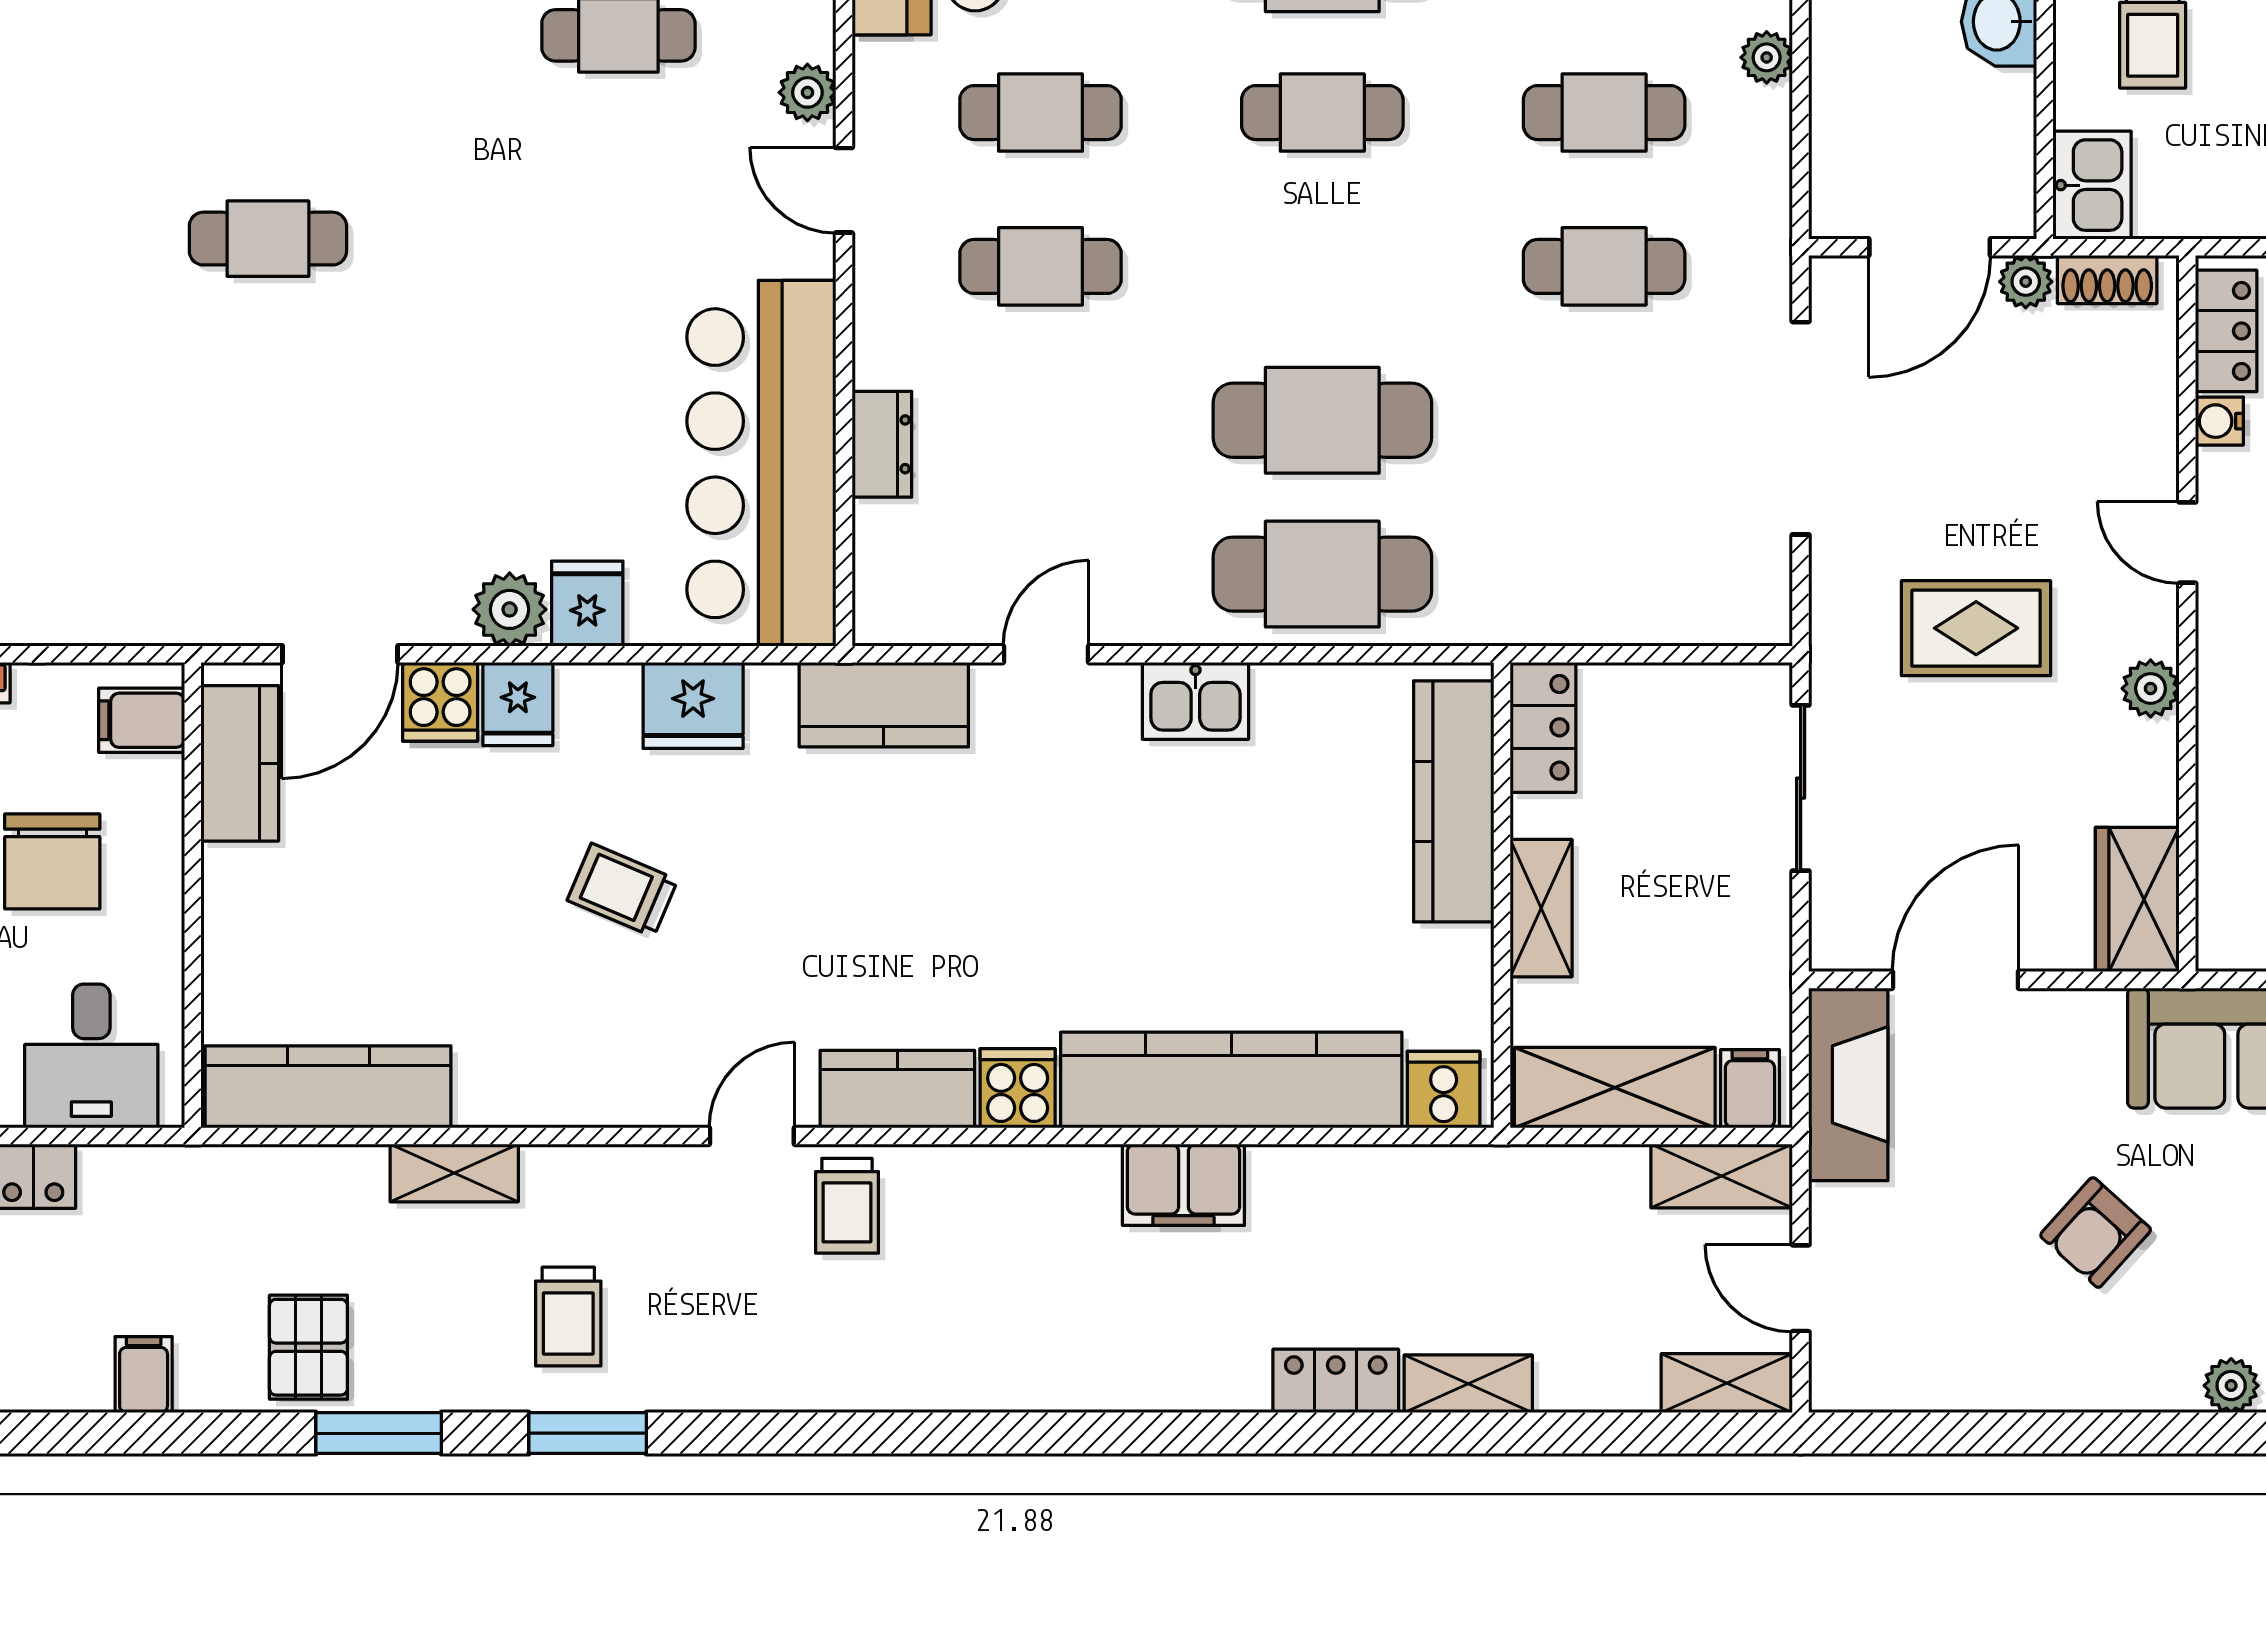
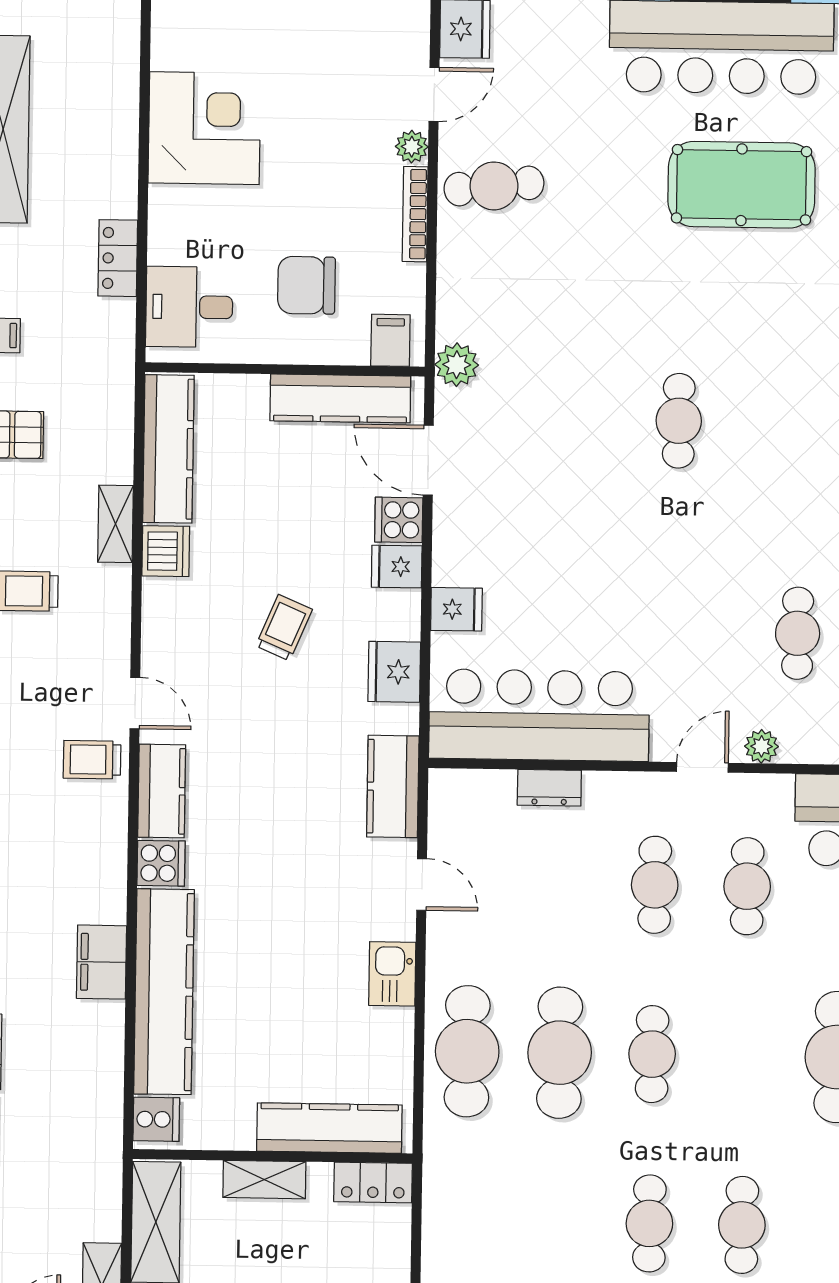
cafe table: (1322, 113) -> (652, 1054), moved
plant: (510, 609) -> (457, 365), moved
kitchen counter: (240, 763) -> (340, 398), width x1.50
dishwasher: (498, 1089) -> (166, 551), added

